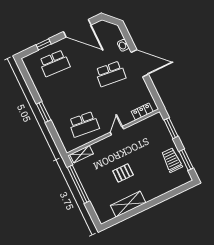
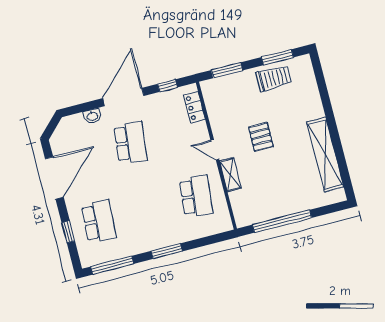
window: (27, 78) -> (112, 265), added
window: (153, 91) -> (167, 86), added
shelving: (82, 154) -> (230, 175), moved
trolley: (172, 160) -> (274, 78), turned 180
pallet: (123, 173) -> (261, 137), moved
shelving: (128, 204) -> (325, 155), width x1.47

